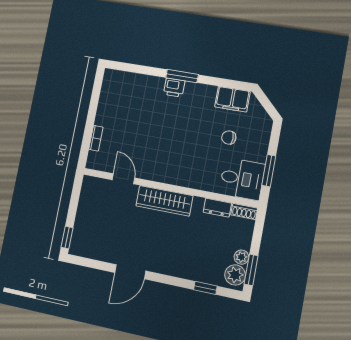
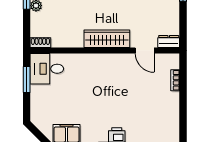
chair: (229, 138) -> (64, 101), removed
dresser: (217, 208) -> (169, 41), moved

